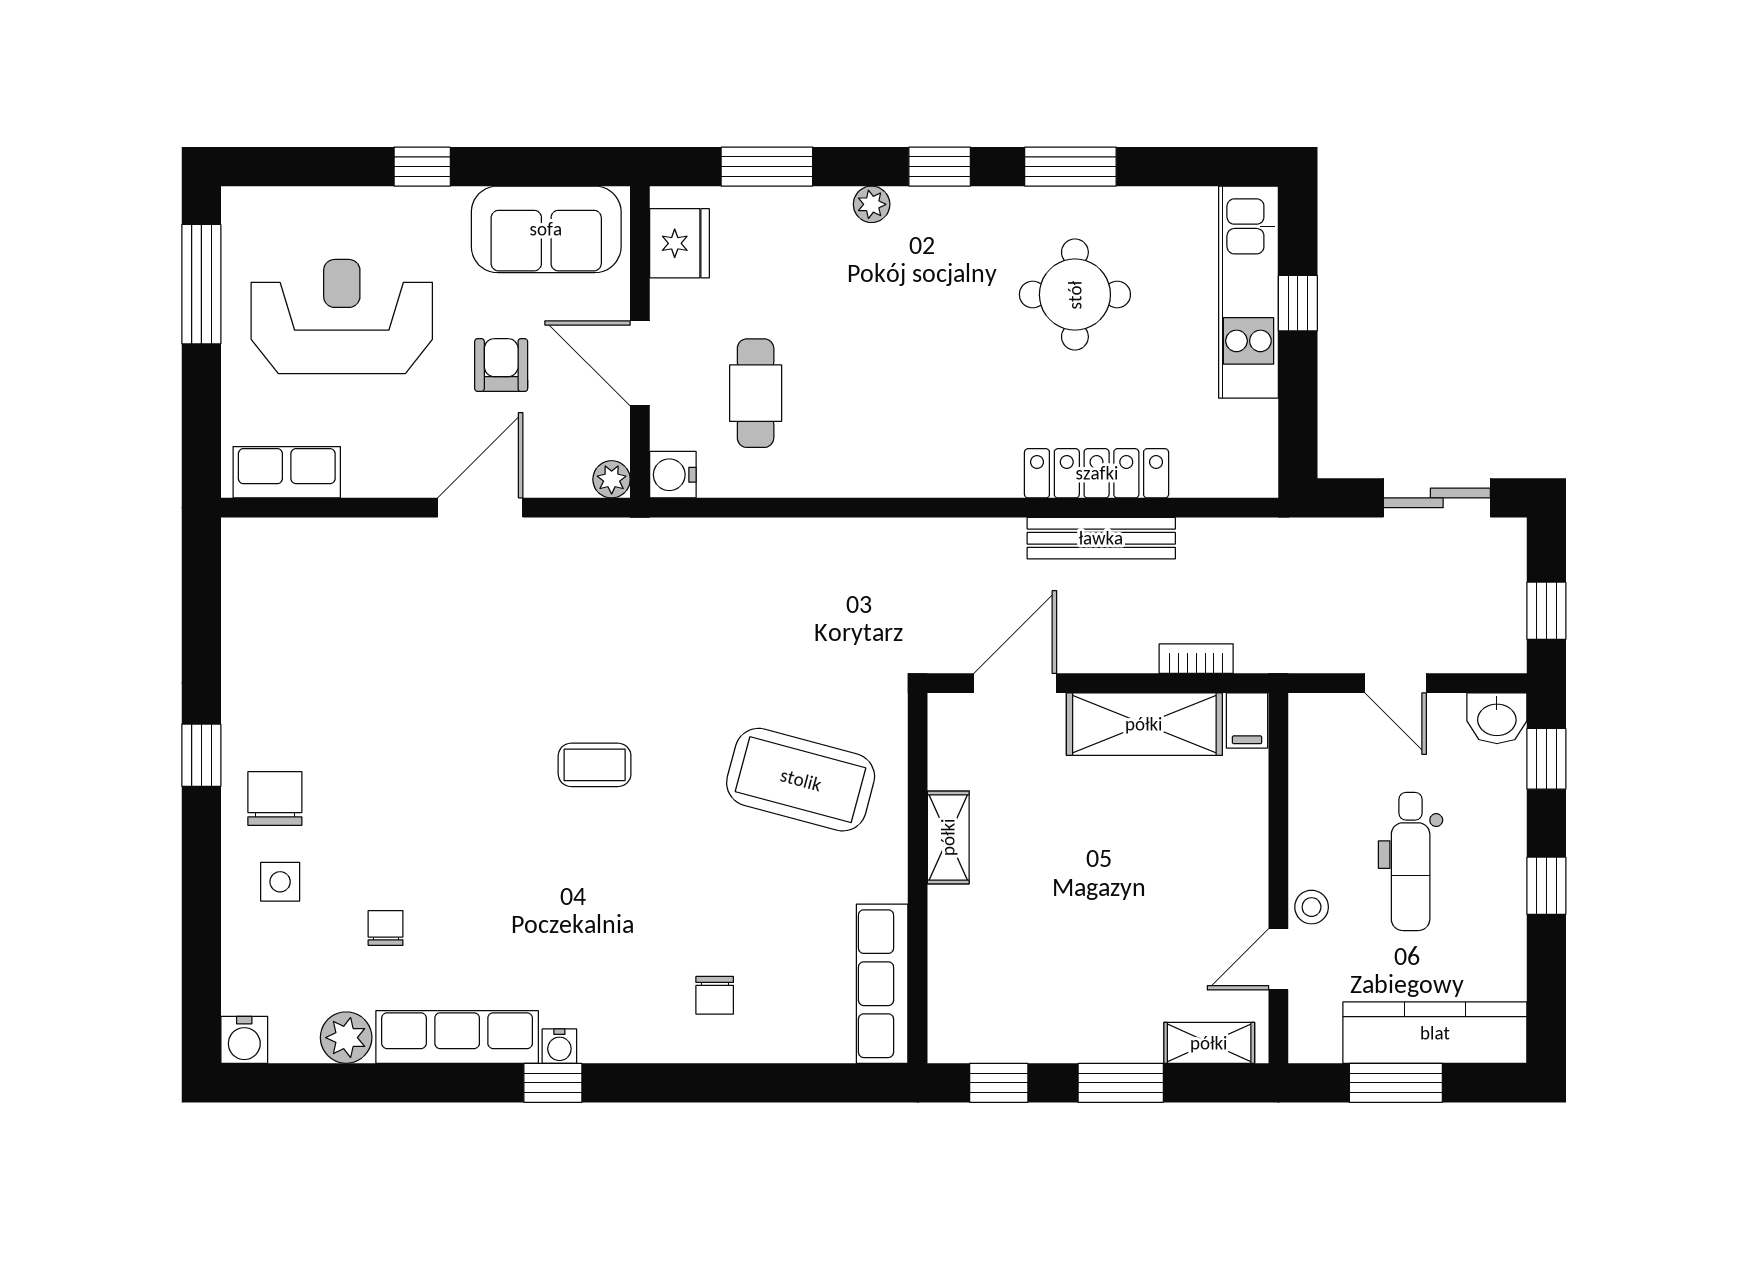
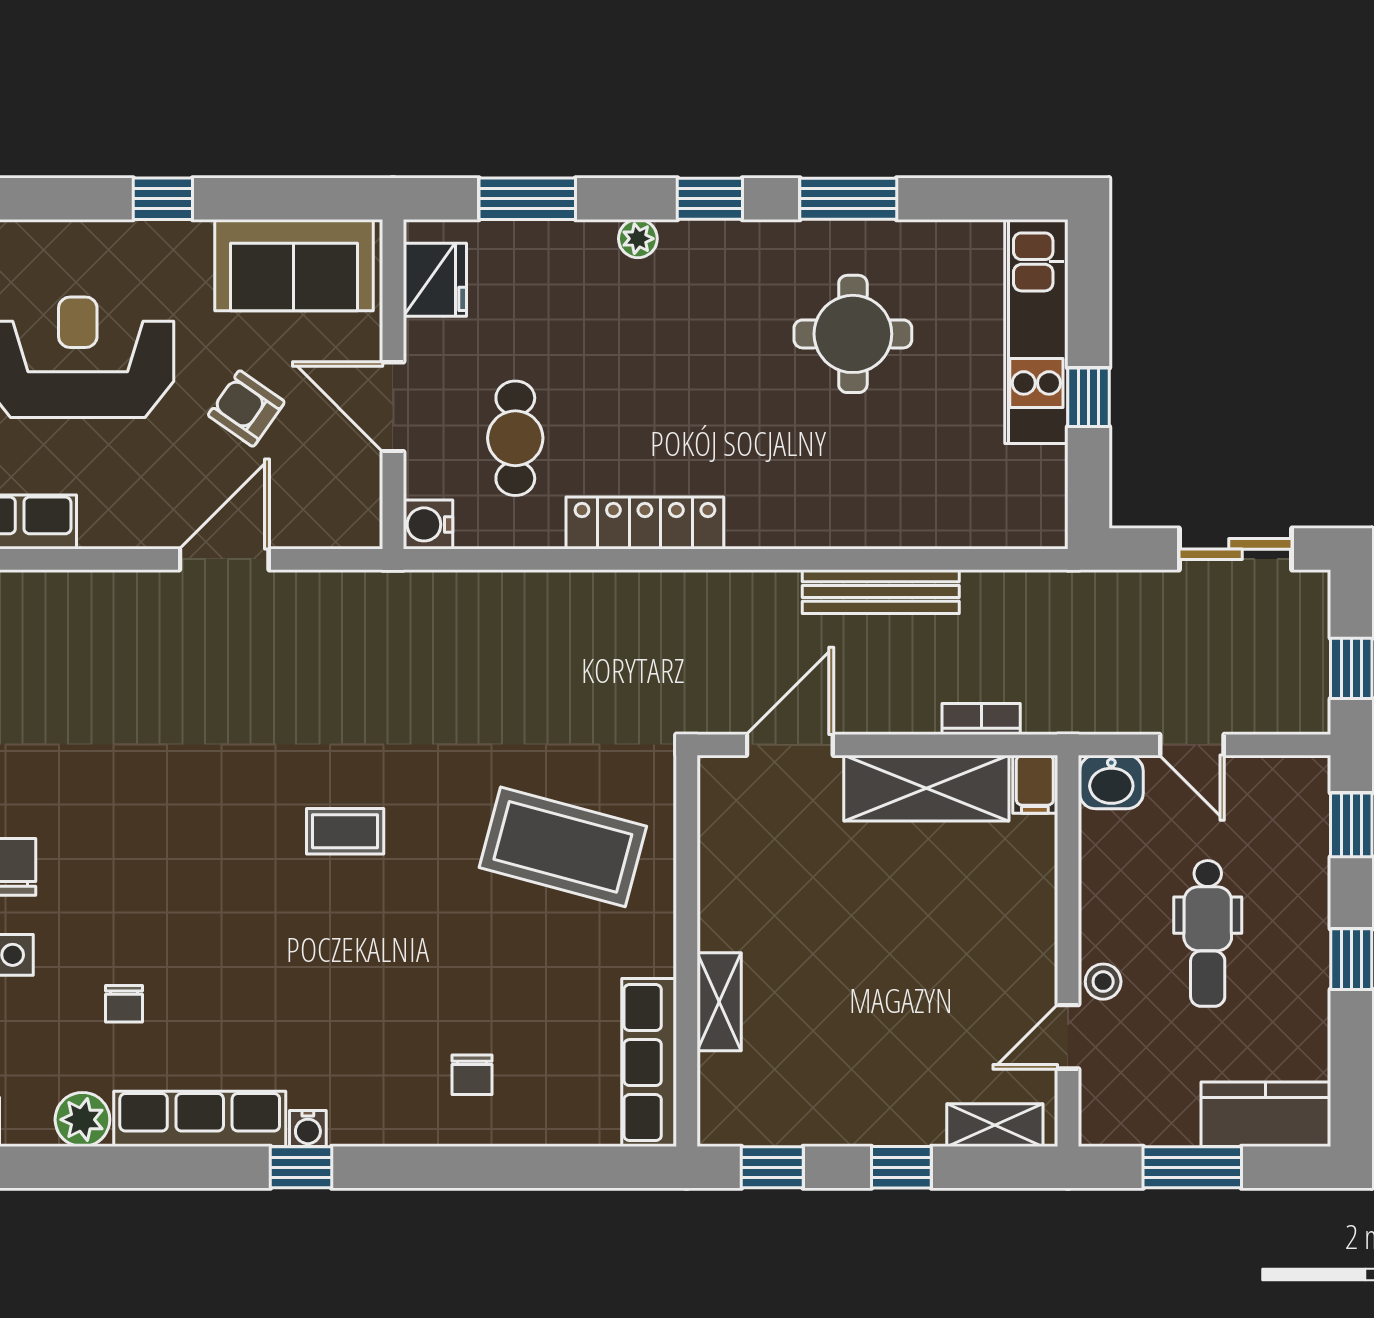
window: (1298, 303) -> (1089, 397), moved
armchair: (501, 365) -> (246, 409), turned -55
locker: (1097, 473) -> (645, 523), moved
plant: (612, 479) -> (363, 529), removed
washbasin: (1497, 718) -> (1111, 782), moved
shelving: (948, 837) -> (719, 1002), moved
chair: (386, 928) -> (124, 1004), turned 180
kitchen counter: (1435, 1033) -> (1266, 1114), width x0.67
window: (1121, 1083) -> (901, 1167), width x0.67

